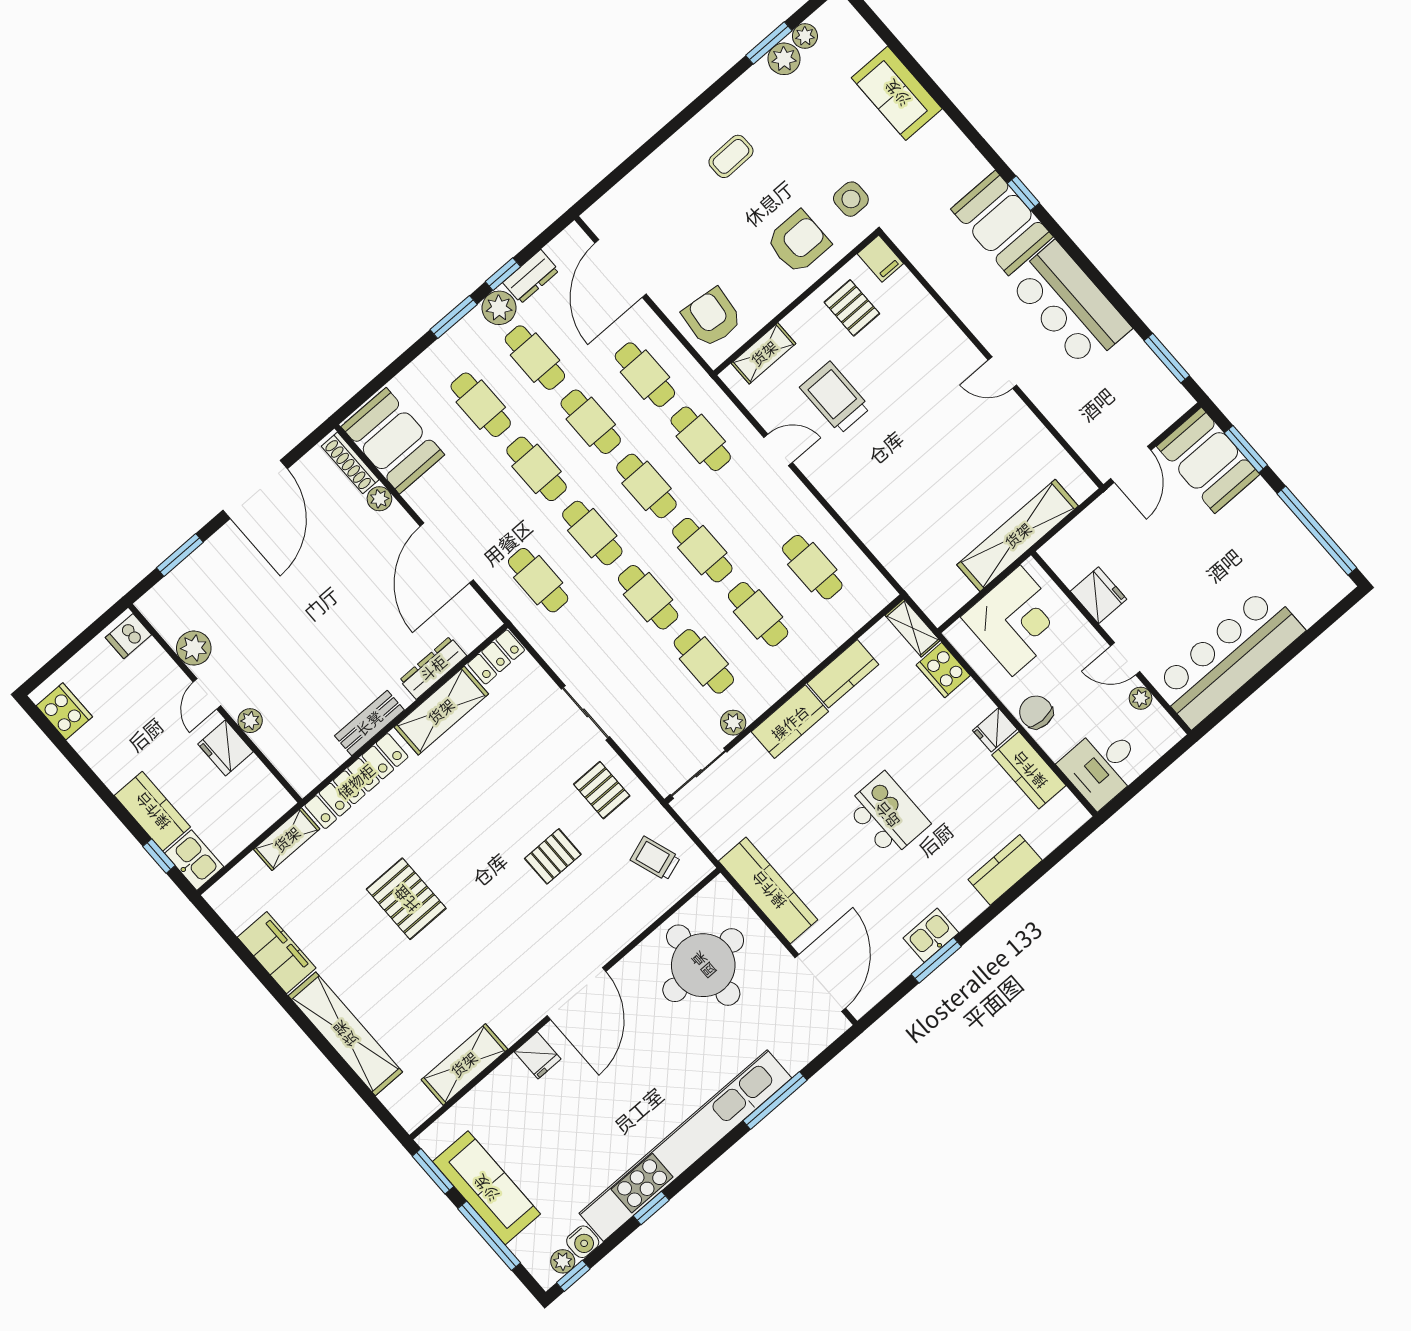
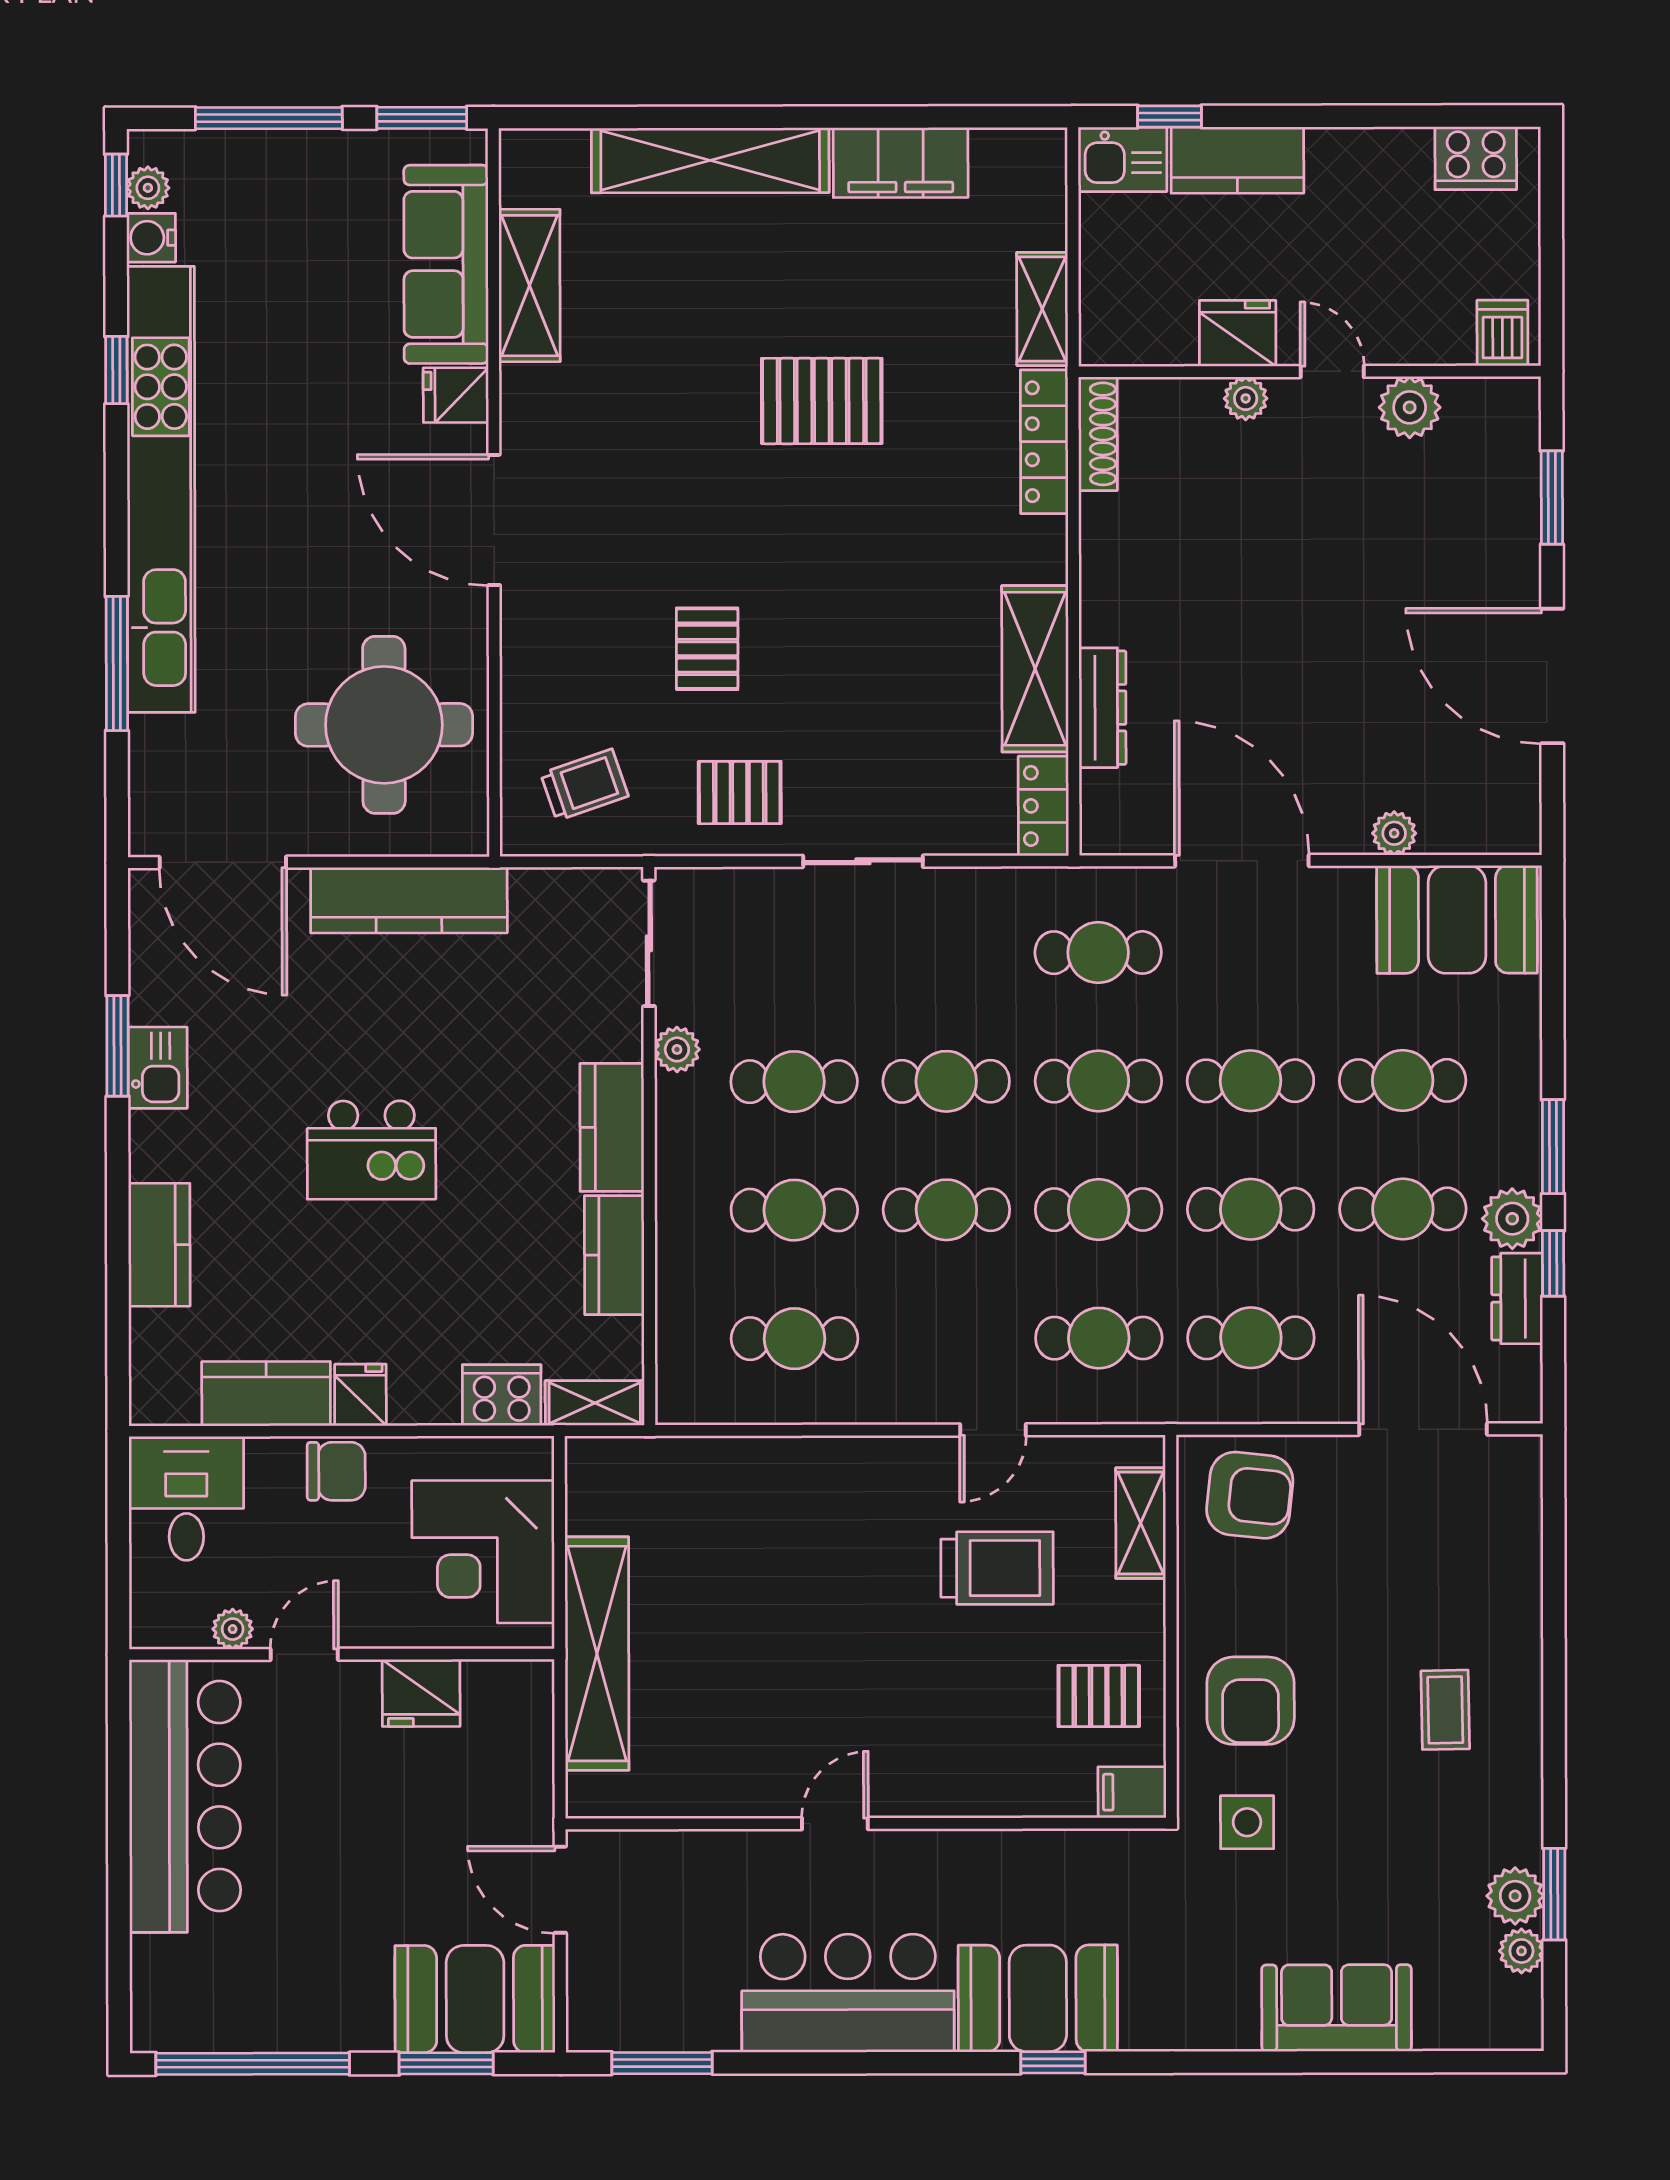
shoe rack: (350, 463) -> (1098, 434), moved, turned 90
bench: (369, 723) -> (1103, 557), removed
locker: (356, 781) -> (1044, 442), width x0.71, depth x0.83
sofa: (486, 1188) -> (446, 264), moved, turned 90

